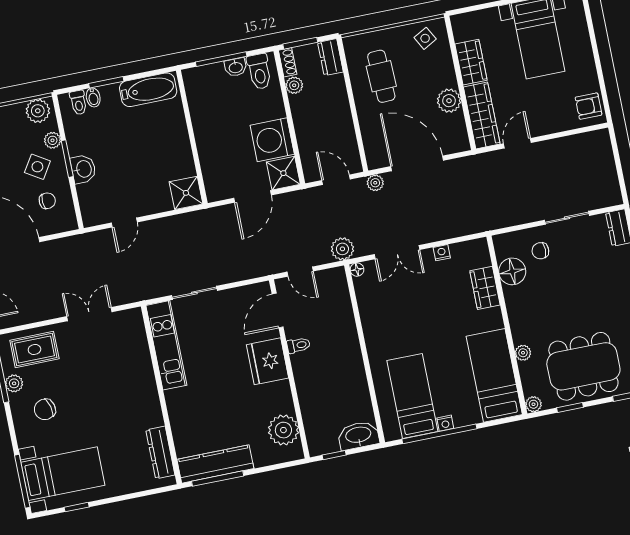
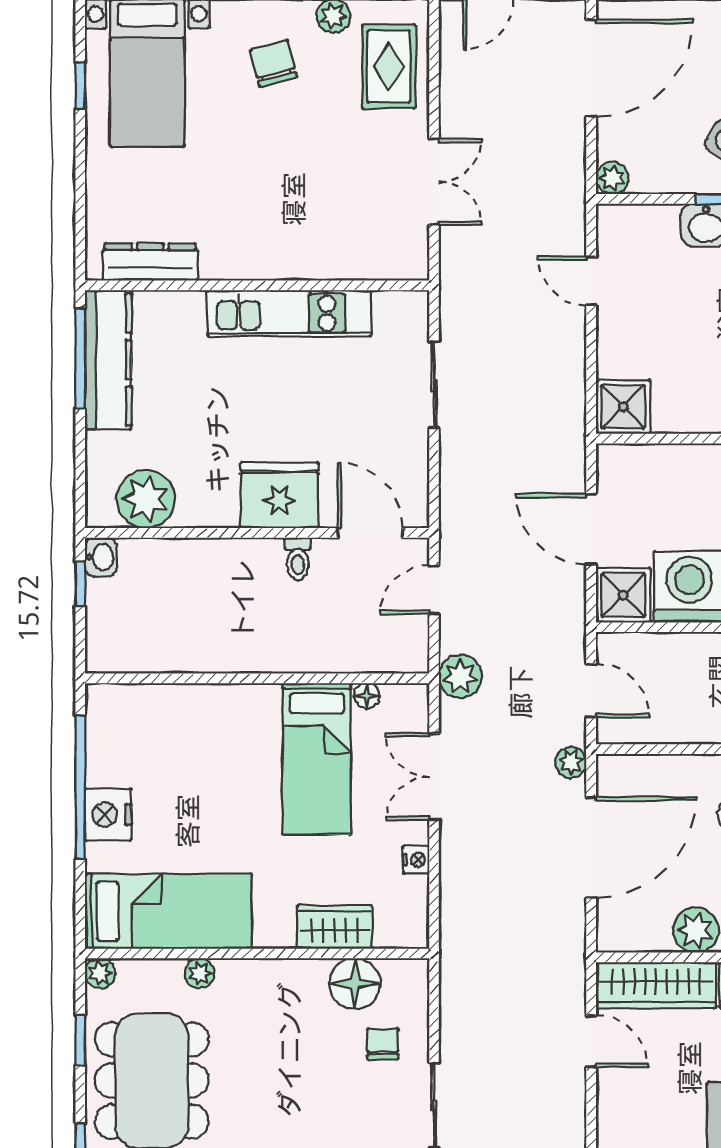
door: (336, 180) -> (591, 691), hinge flipped
chair: (47, 201) -> (660, 146), removed
plant: (69, 222) -> (612, 178), added
floor lamp: (357, 270) -> (367, 696), moved
kitchen unit: (166, 345) -> (289, 313), moved
bed: (412, 396) -> (317, 759), moved, turned 90
nightstand: (445, 423) -> (108, 815), width x1.89, depth x1.79
washbasin: (358, 435) -> (101, 557), moved, width x0.52, depth x0.69

